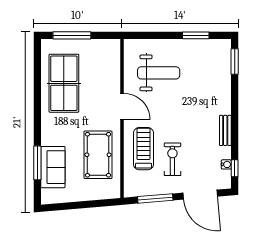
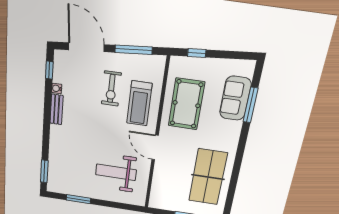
water cooler: (226, 164) -> (57, 88), moved
window: (96, 204) -> (197, 53), added

